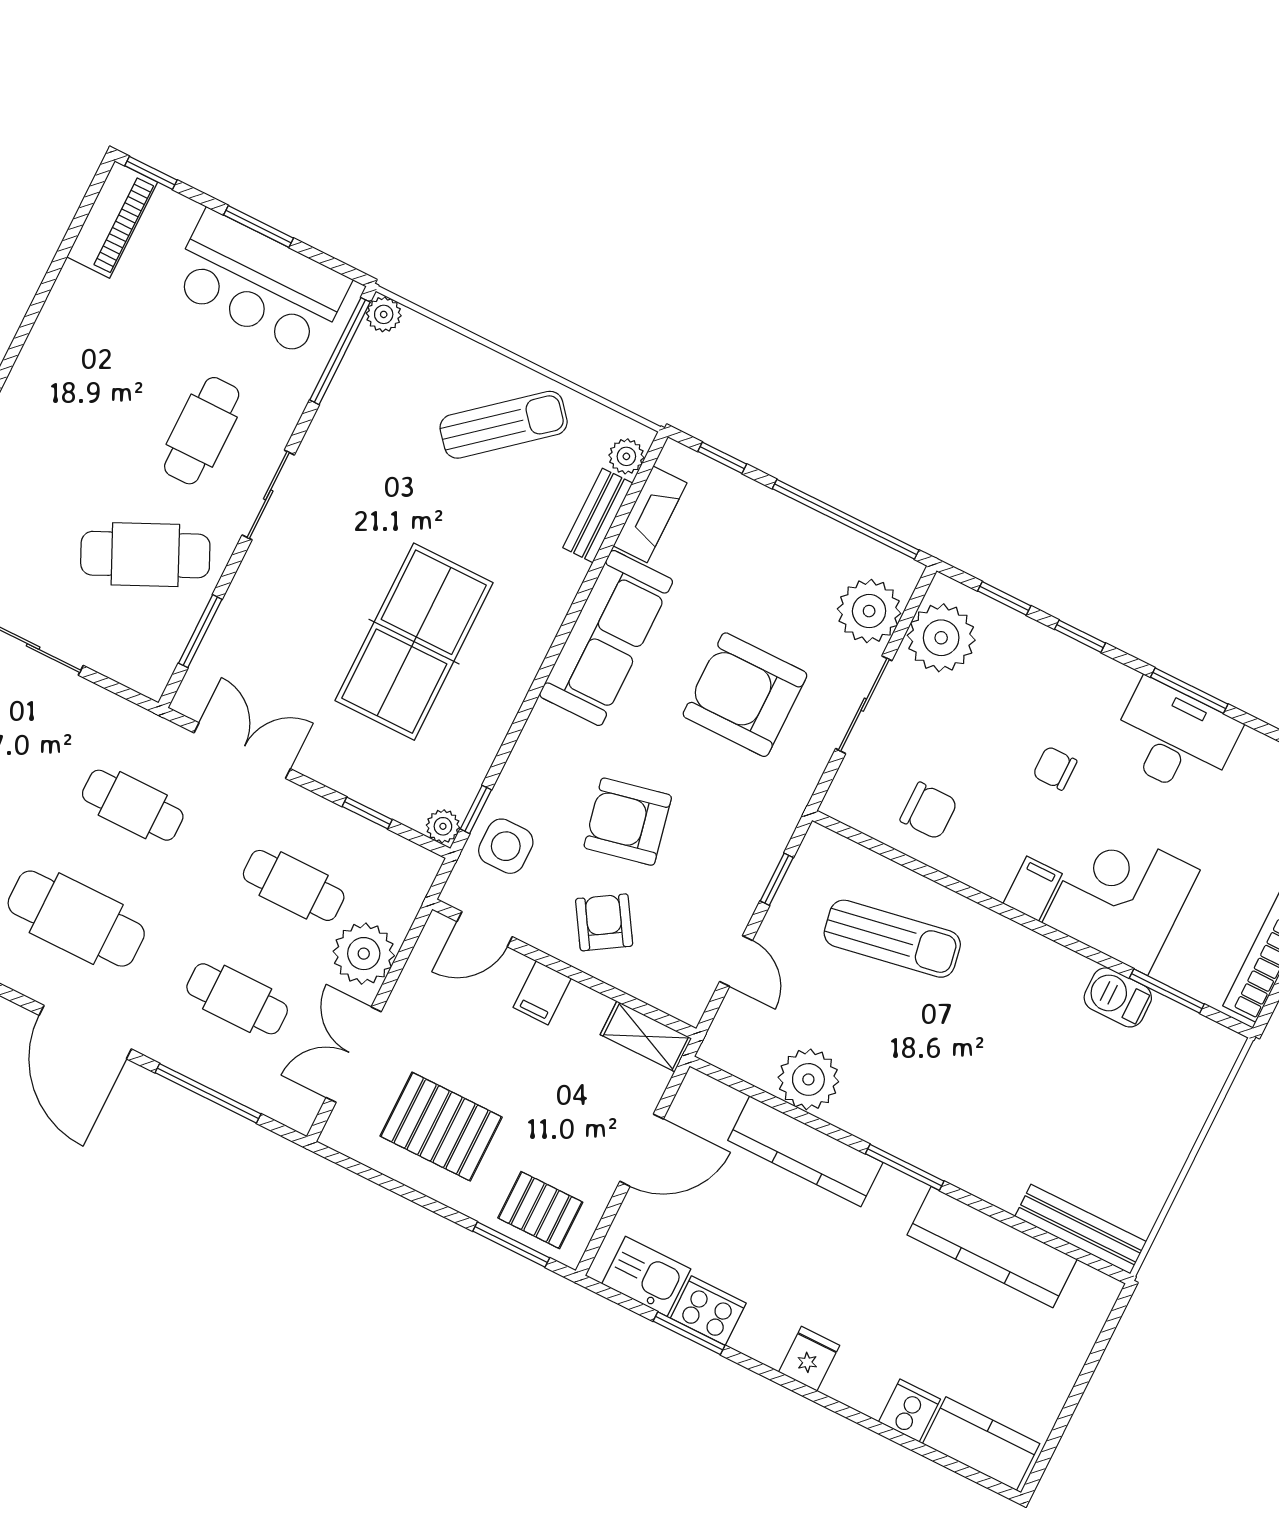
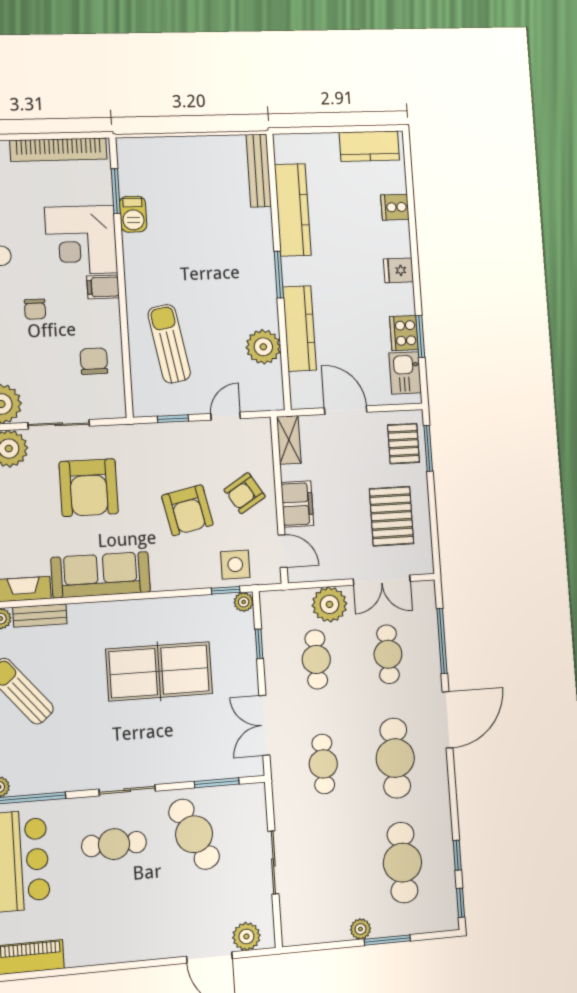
filing cabinet: (542, 993) -> (297, 504), width x2.00
kitchen counter: (981, 1444) -> (369, 146), moved, turned -90

